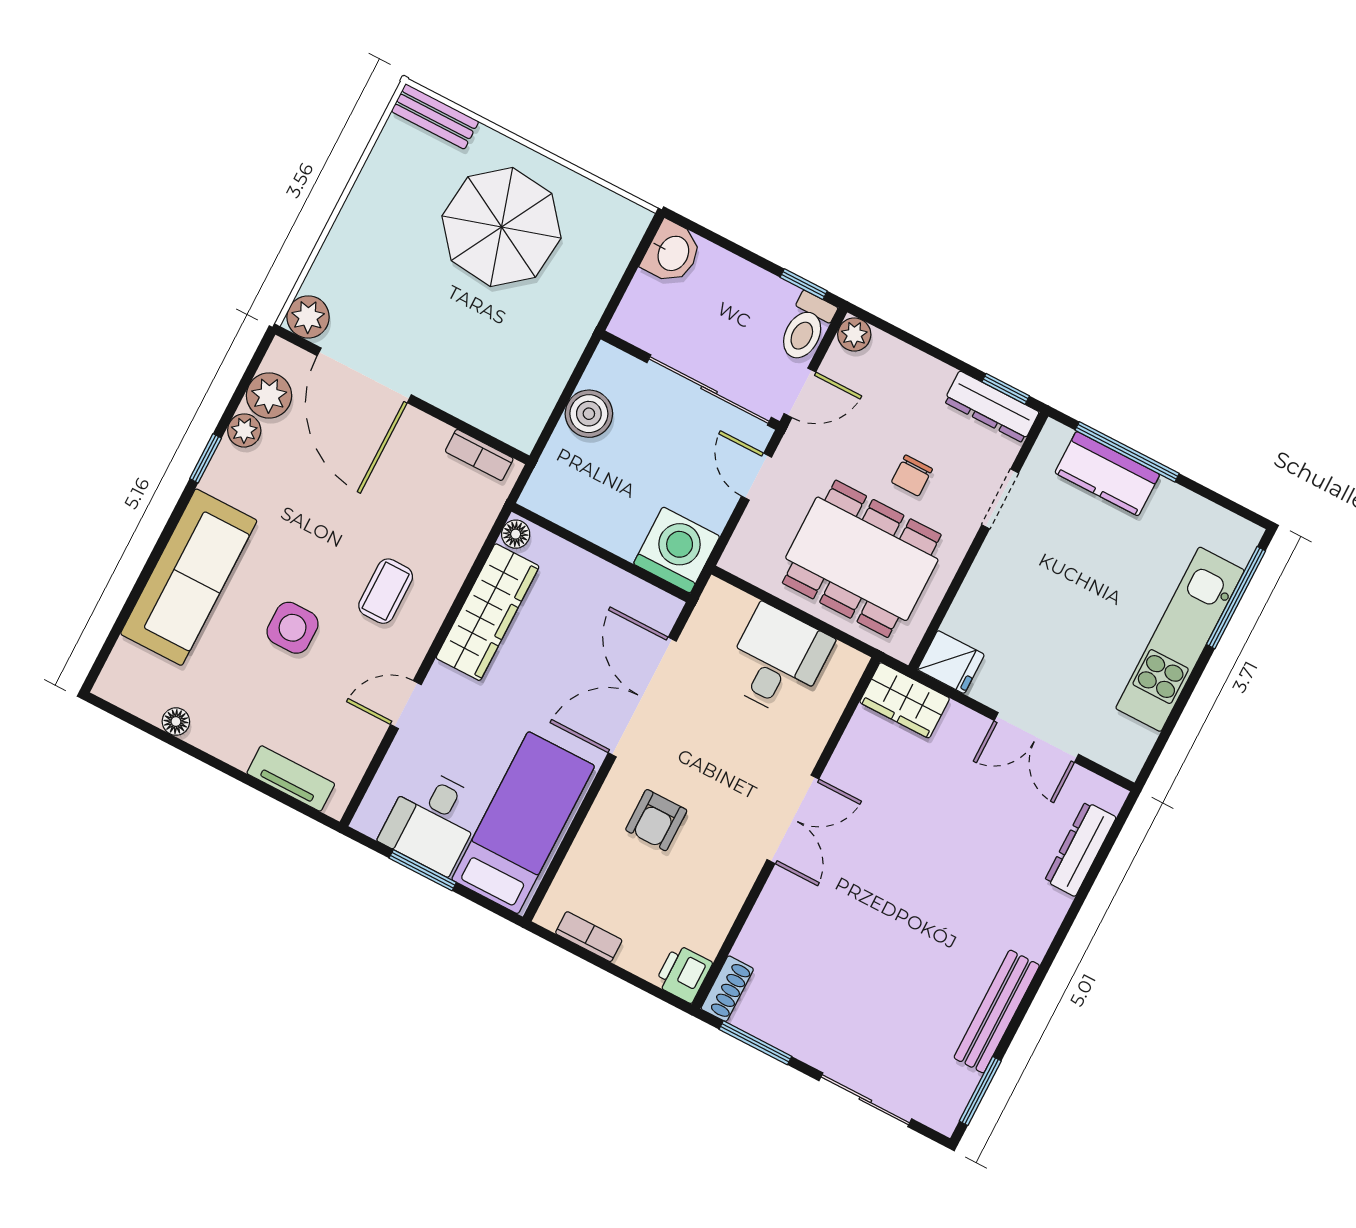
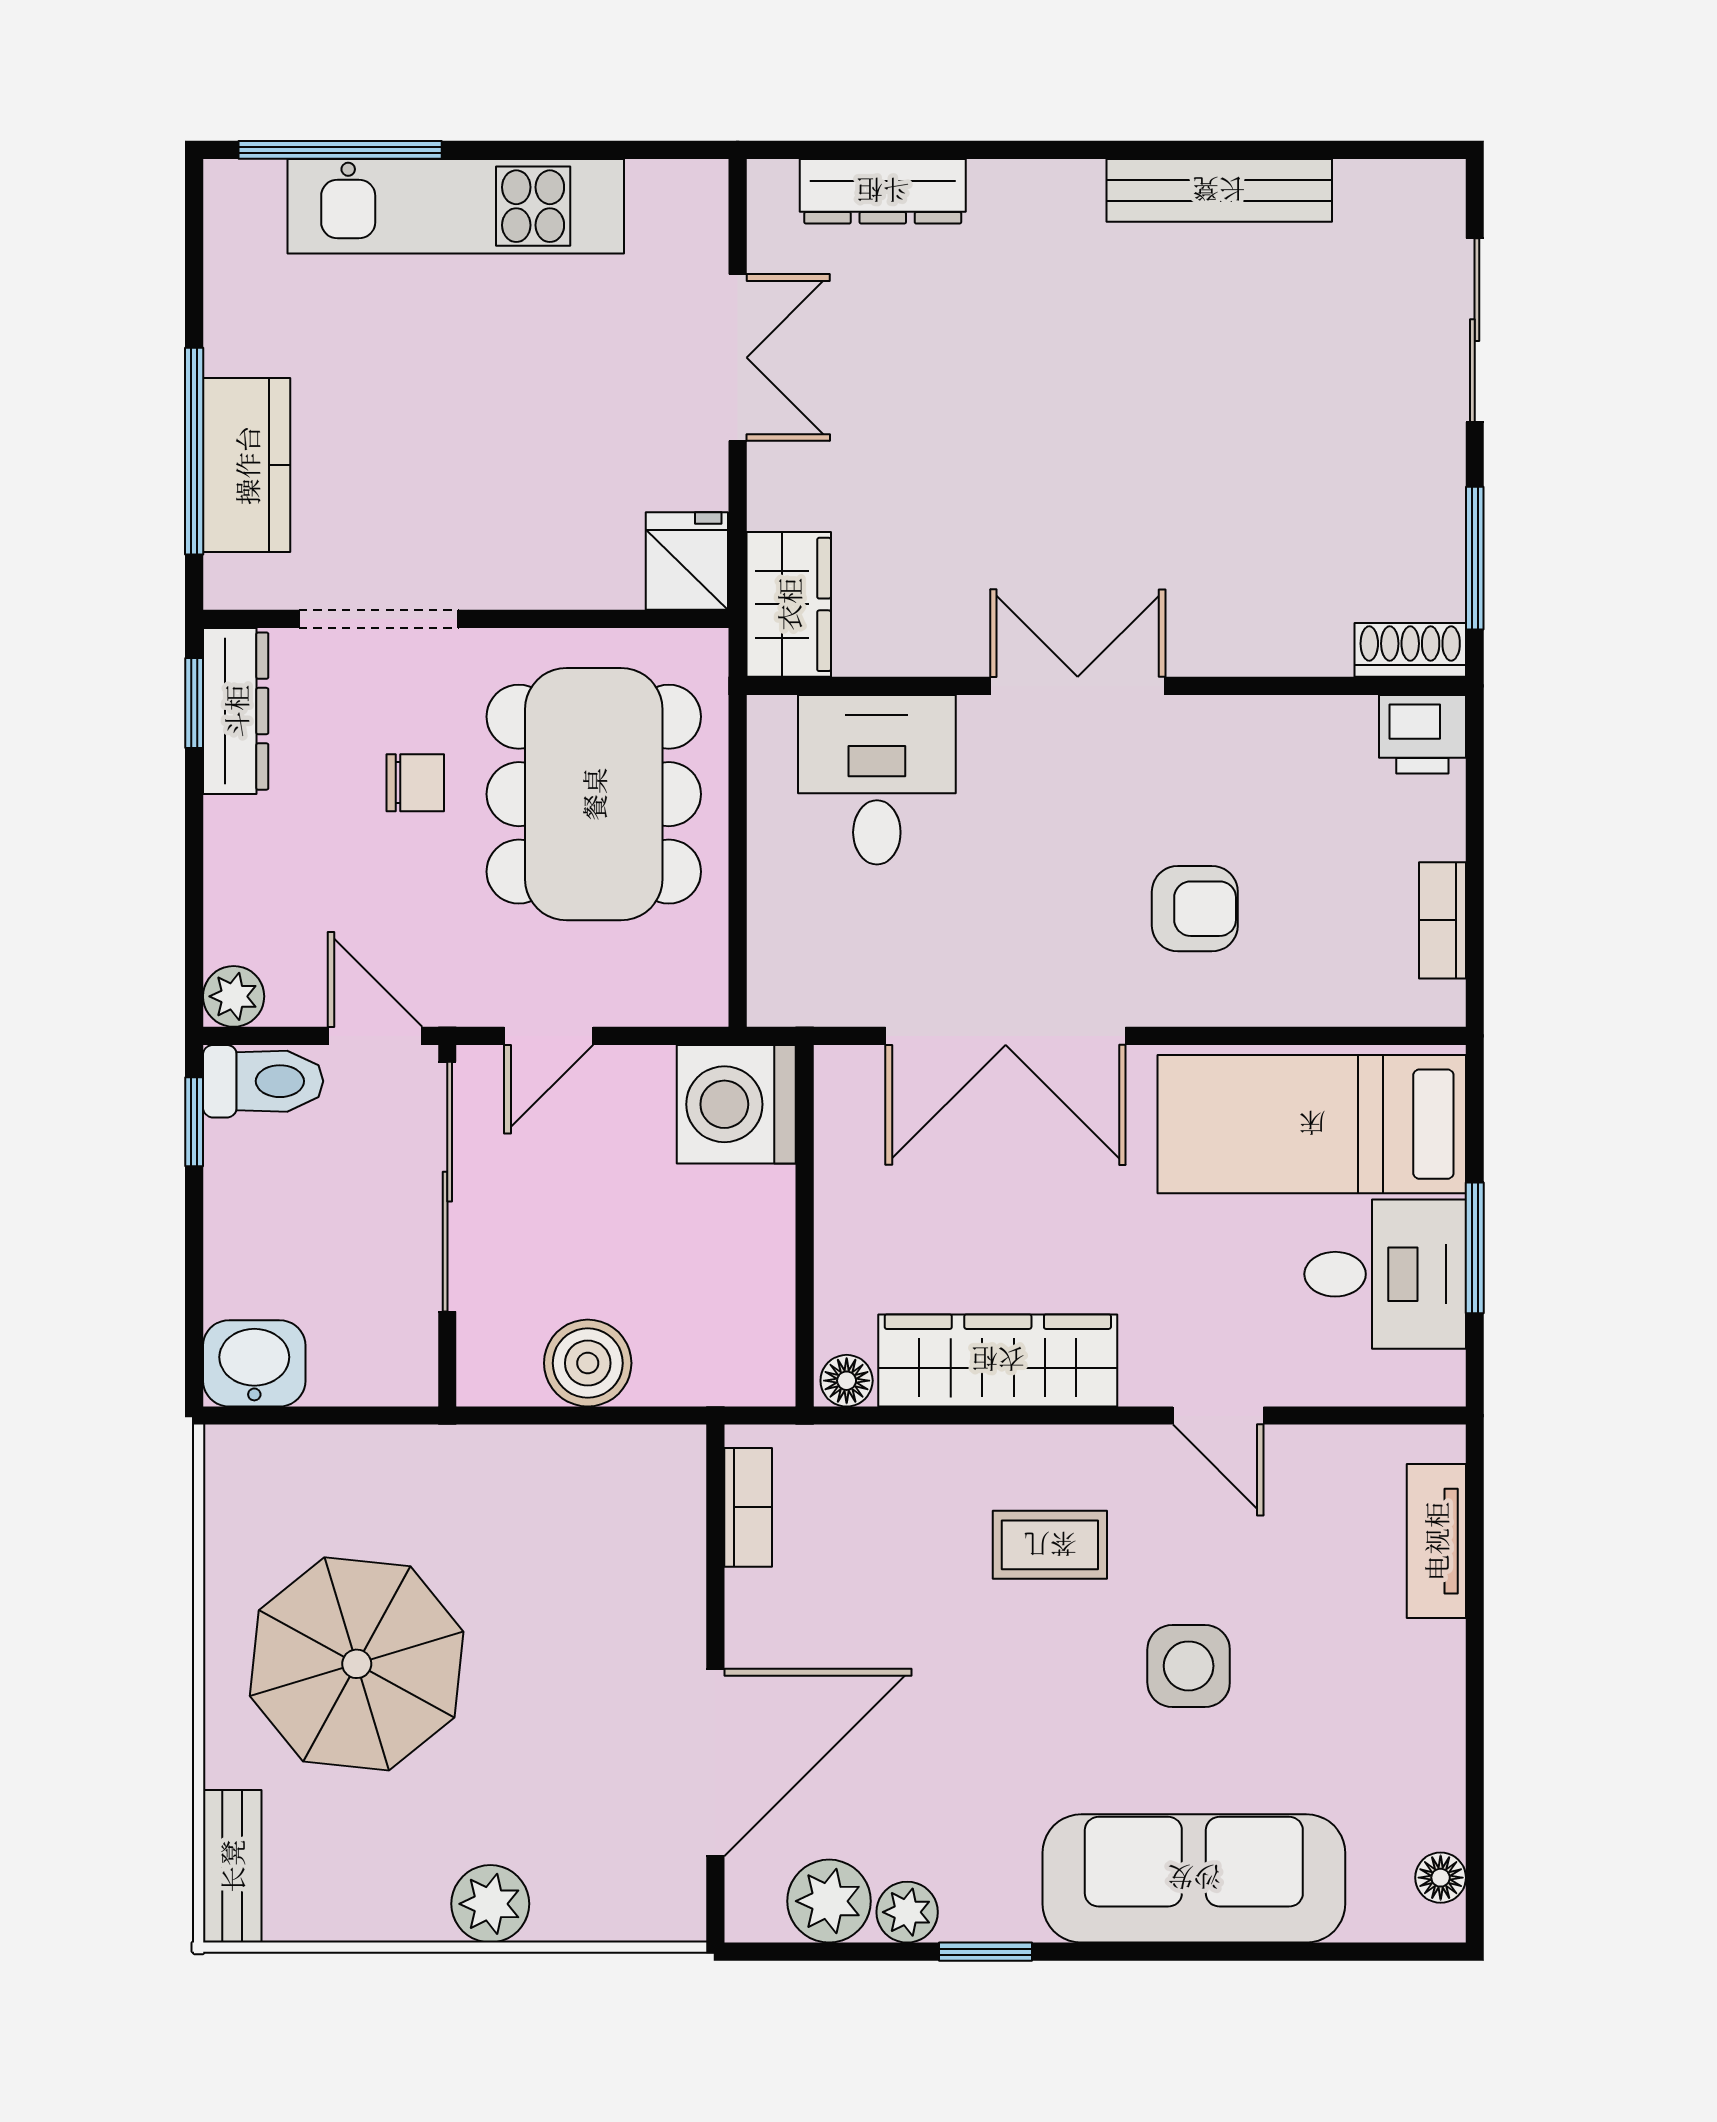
plant: (308, 317) -> (490, 1904), moved
doorway: (1000, 499) -> (379, 619), width x1.38
desk: (778, 661) -> (877, 780), moved, turned 90
floor lamp: (176, 722) -> (1441, 1878), moved
window: (980, 1091) -> (1363, 150), removed

